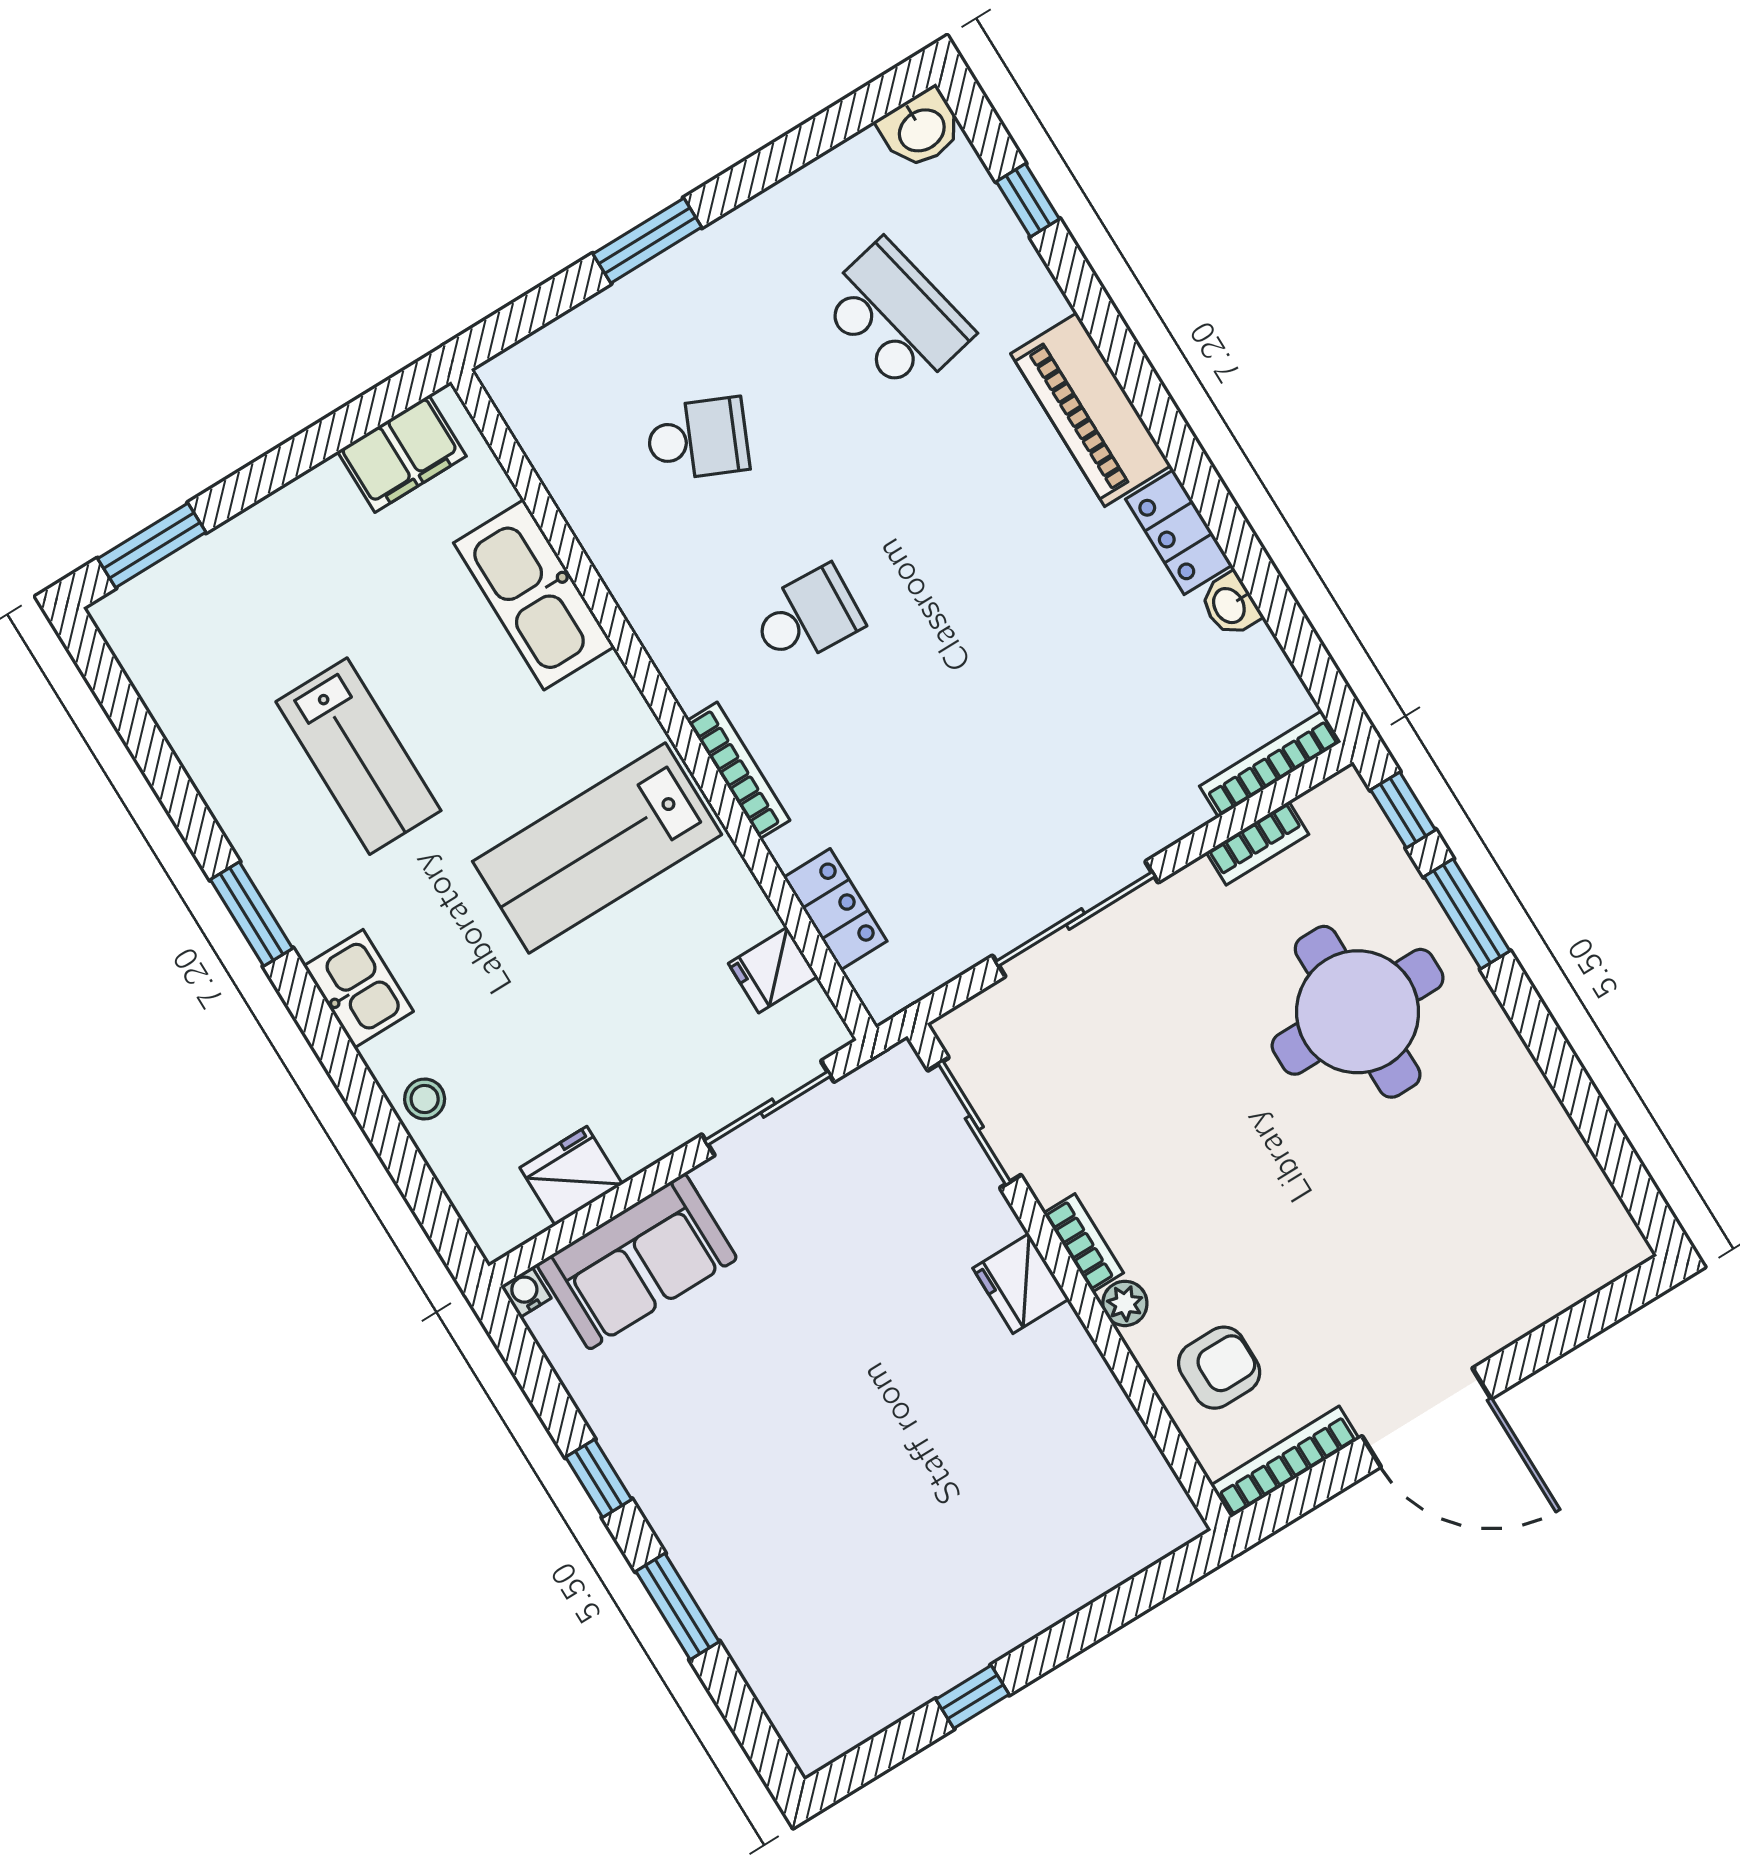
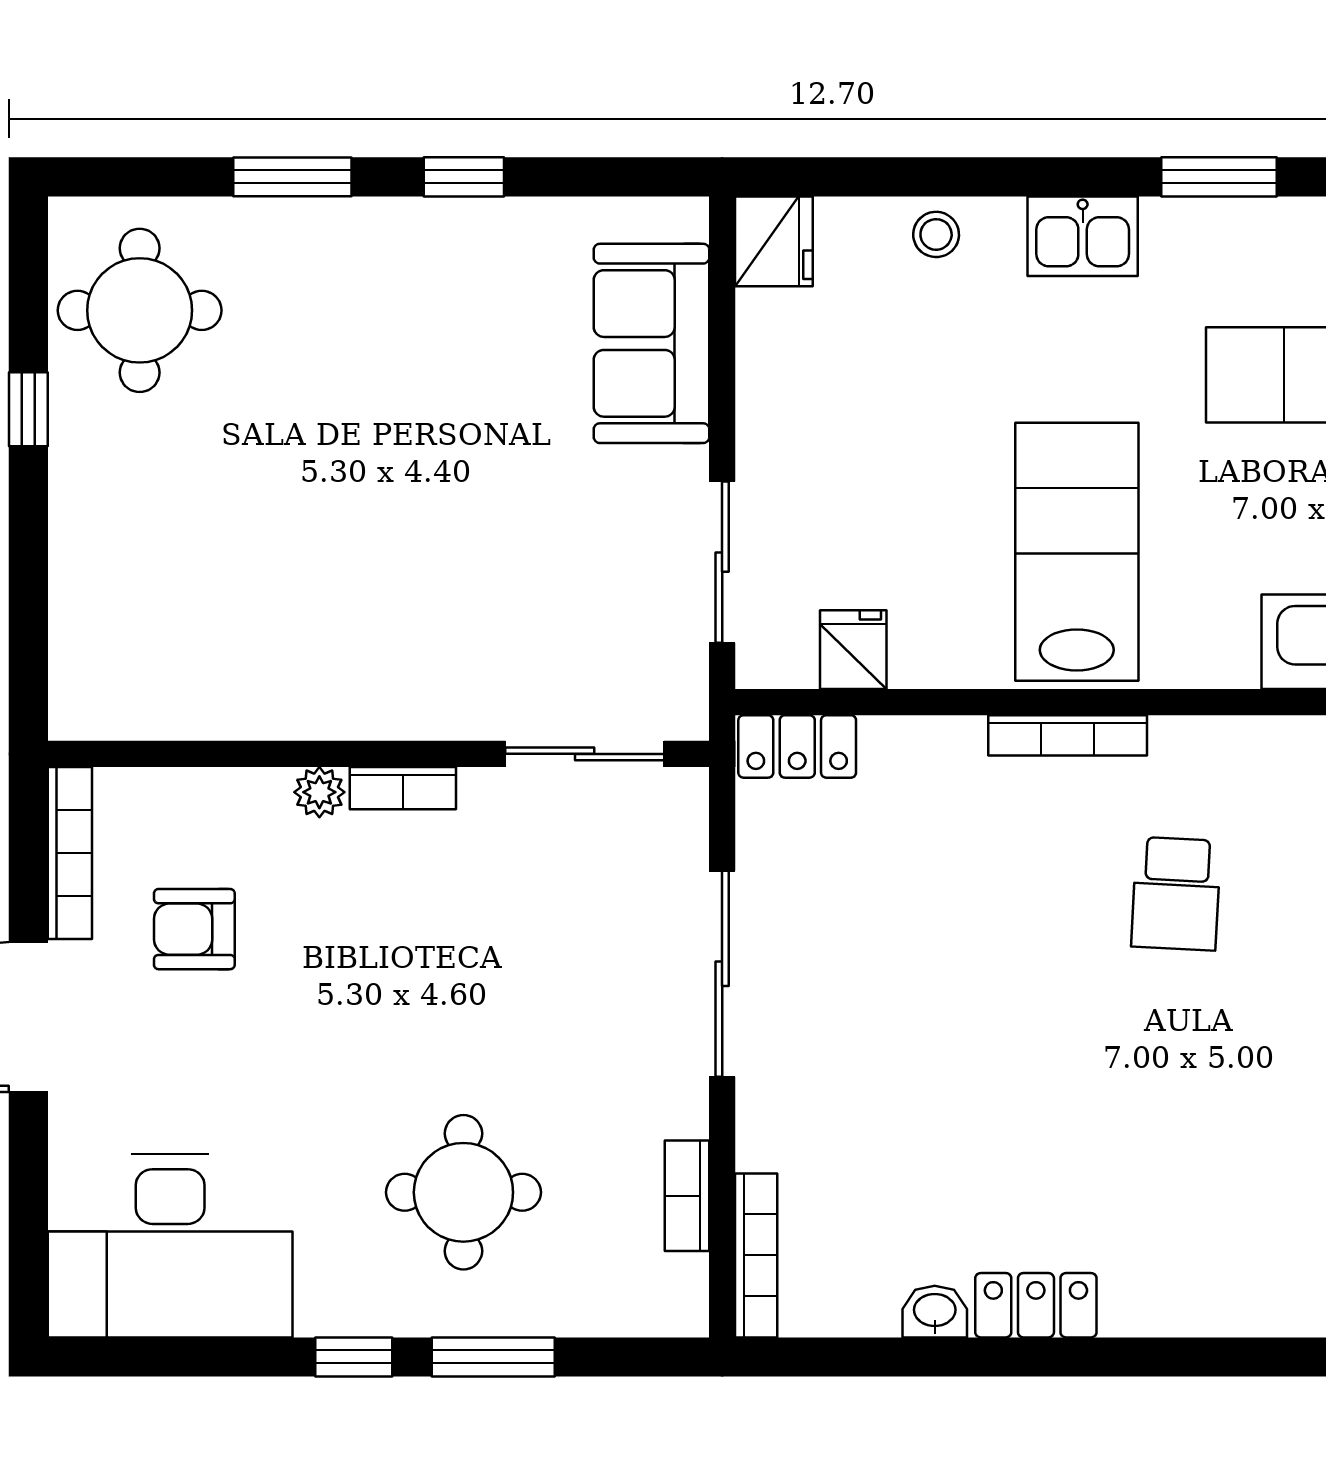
piano: (1091, 410) -> (1207, 1293), removed
window: (1403, 810) -> (354, 1357), moved
locker: (835, 909) -> (797, 746), moved
round table: (1358, 1012) -> (463, 1192), width x0.73, depth x0.73
fridge: (571, 1176) -> (774, 241), moved
desk: (1533, 1206) -> (170, 1246), added
fridge: (1021, 1284) -> (401, 703), removed
water cooler: (526, 1292) -> (688, 217), removed
armchair: (1219, 1368) -> (194, 929), moved, turned 90
round table: (847, 1659) -> (140, 310), added

